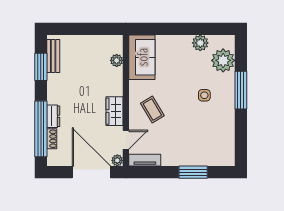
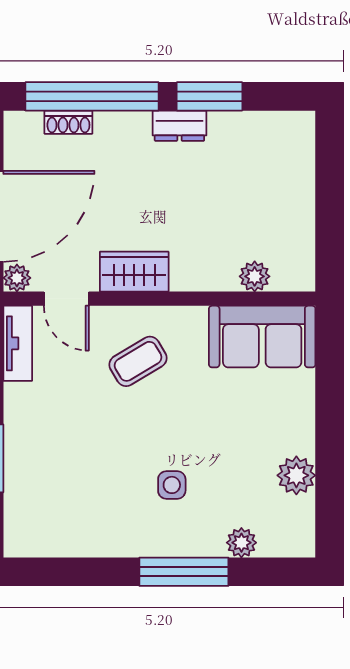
bench: (53, 56) -> (265, 126), removed
plant: (223, 60) -> (241, 543), width x0.53, depth x0.53
window: (41, 67) -> (210, 96), moved
dresser: (53, 116) -> (179, 126), moved

